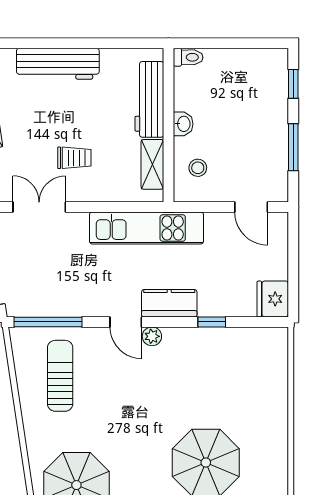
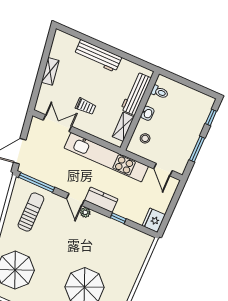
toilet: (188, 57) -> (160, 92), moved
kitchen unit: (146, 228) -> (106, 157), width x1.36

